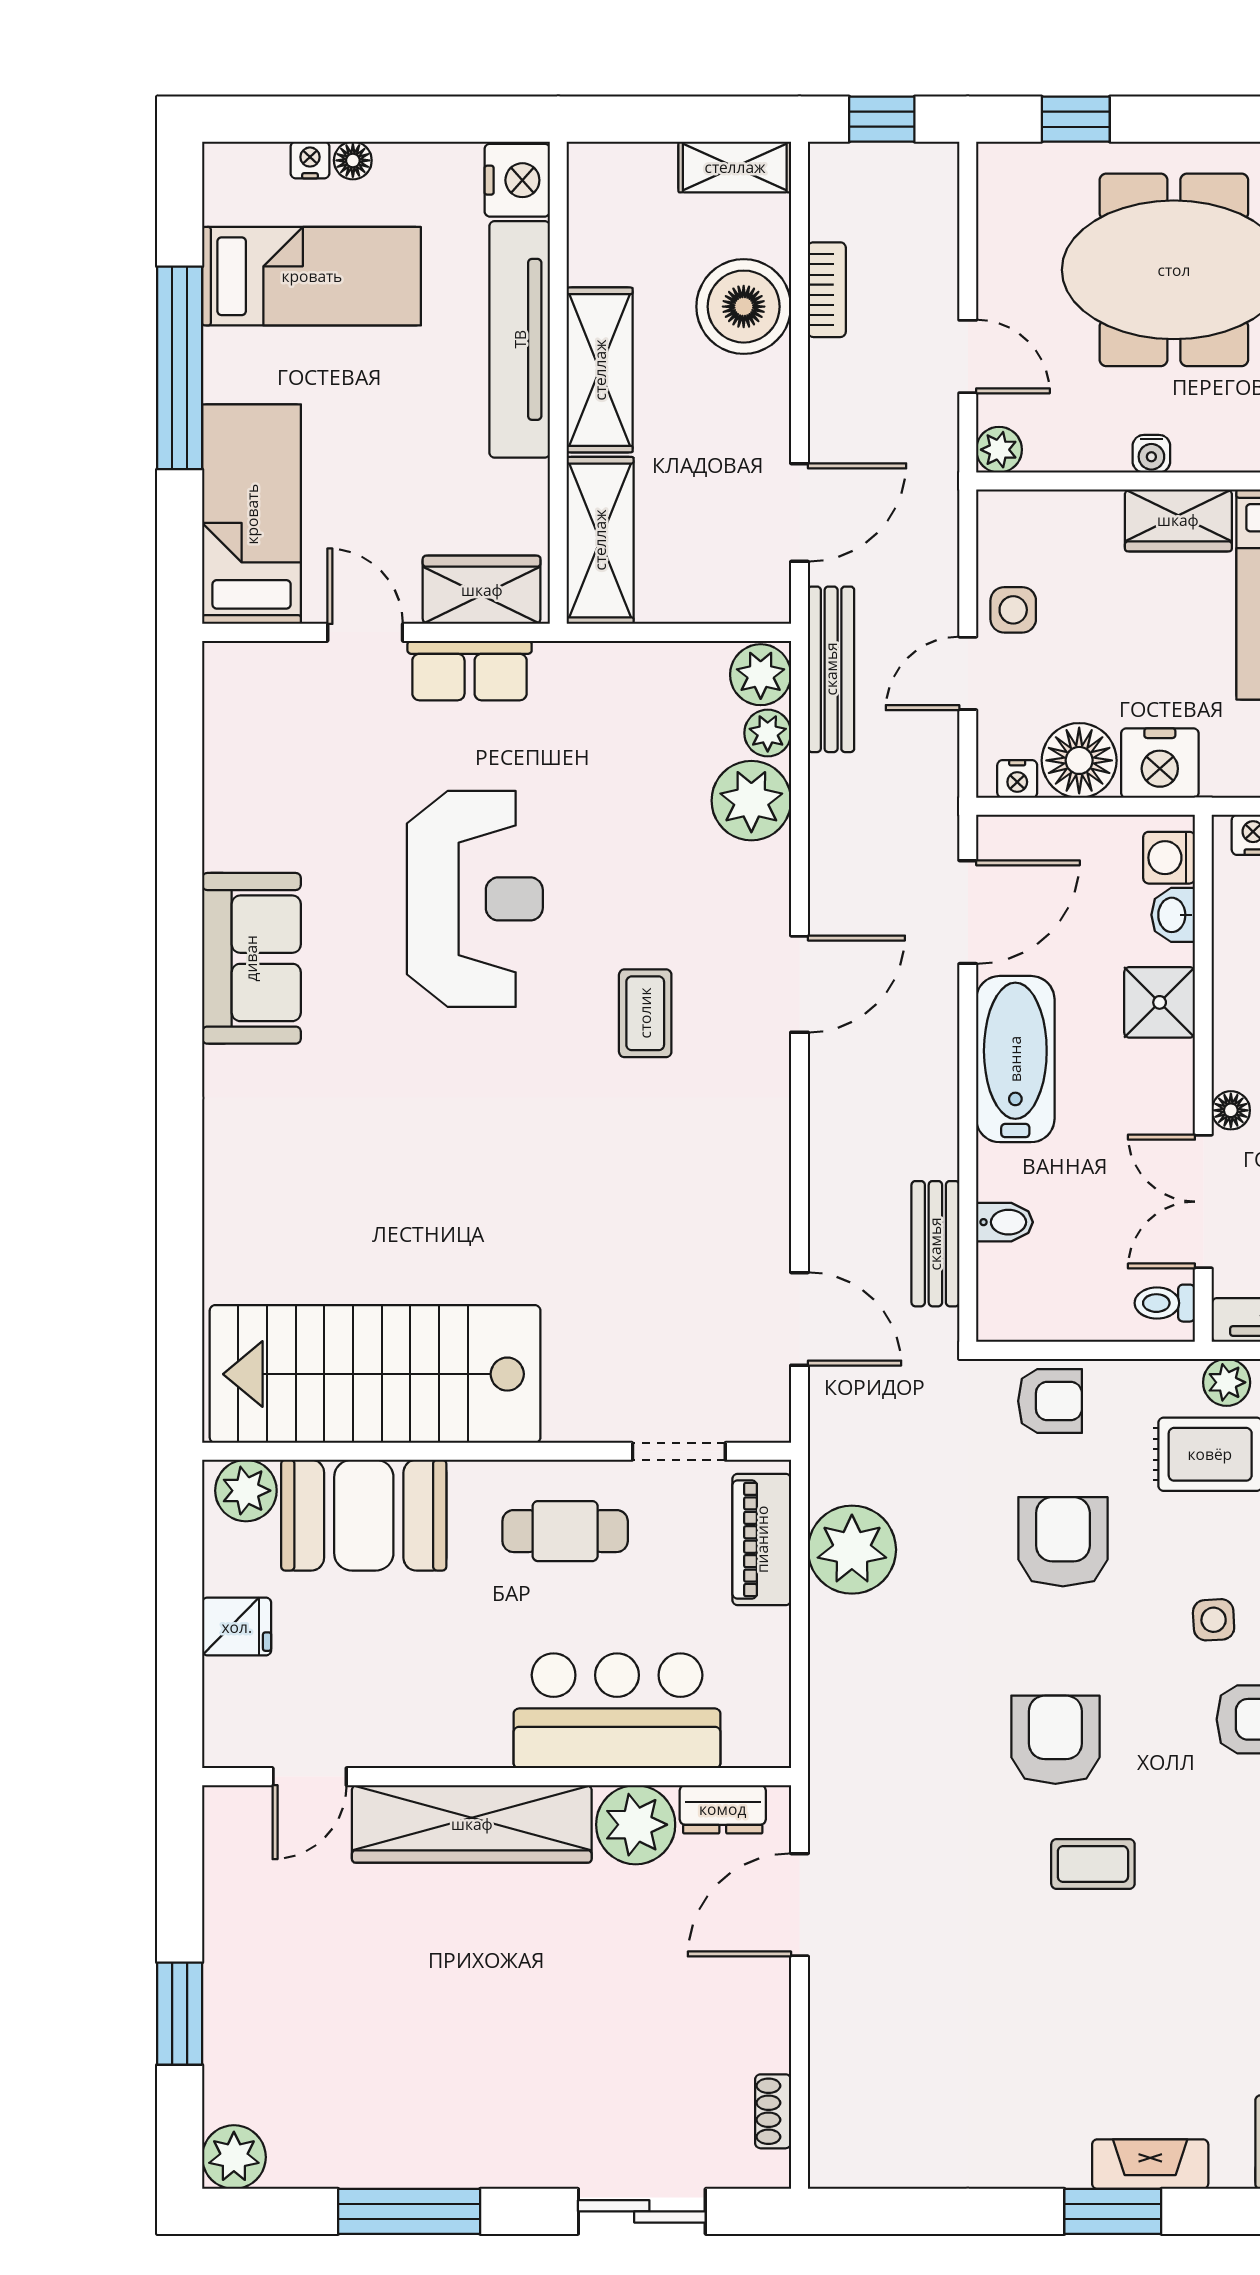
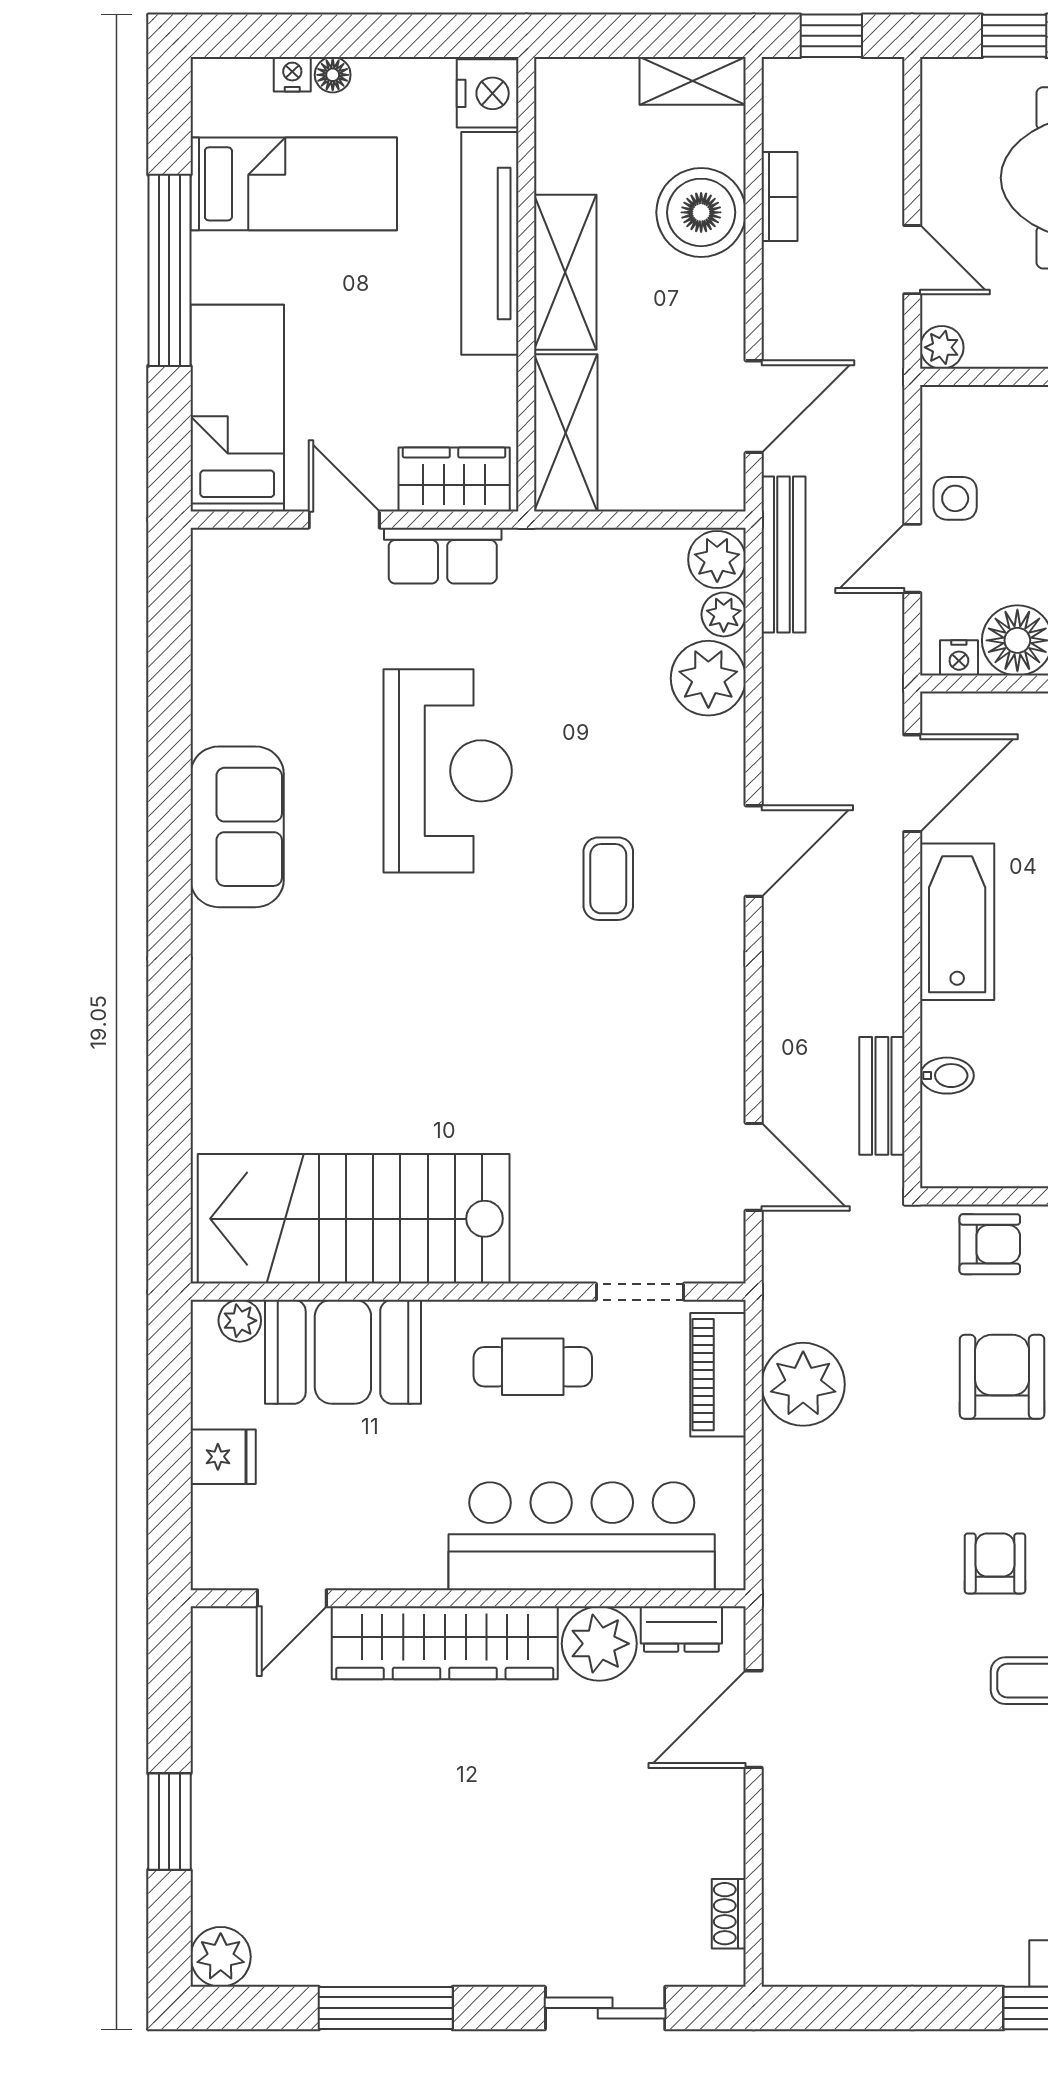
plant: (246, 1491) -> (240, 1321), width x0.73, depth x0.73
bar counter: (617, 1711) -> (582, 1536), width x1.36
armchair: (1055, 1740) -> (995, 1563), width x0.72, depth x0.72

